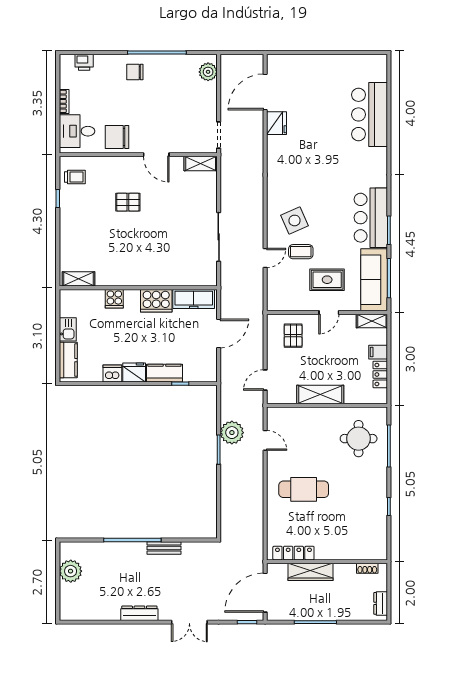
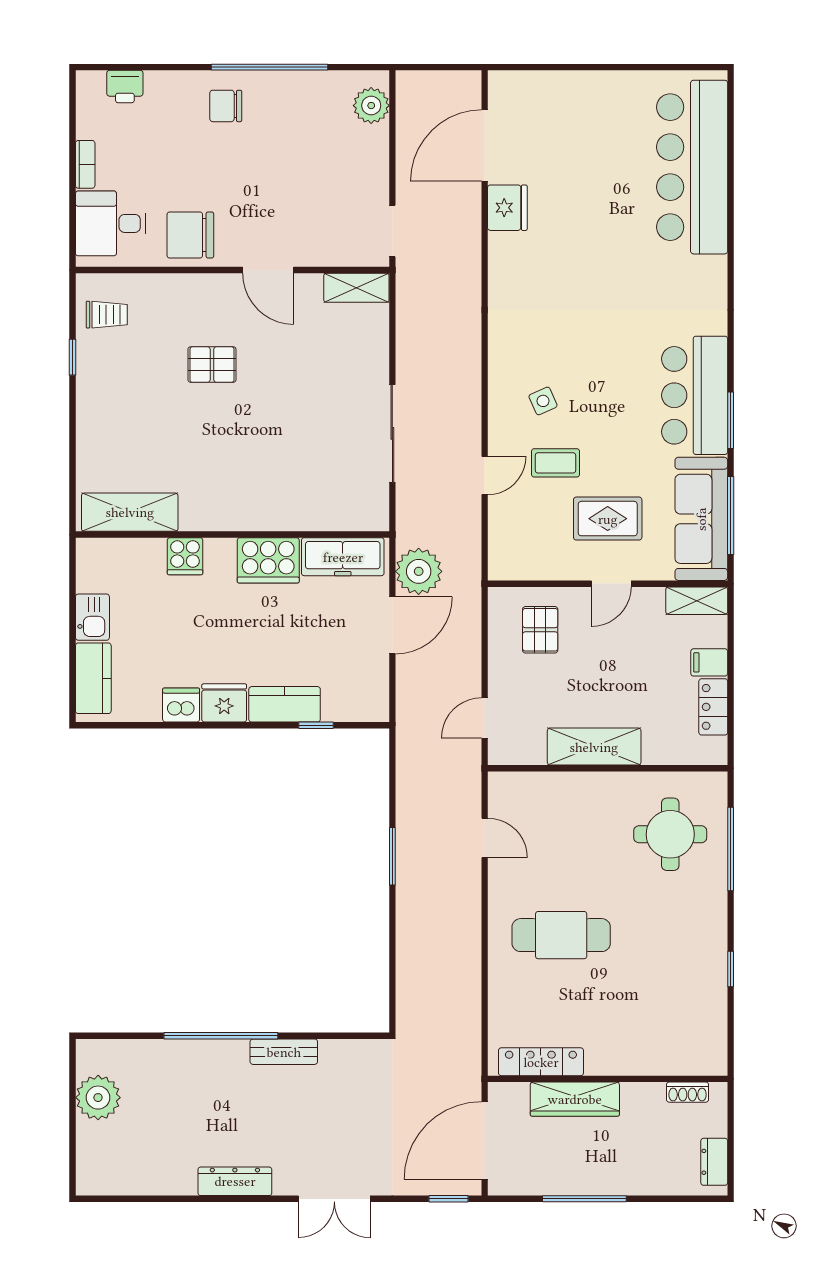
bar counter: (370, 114) -> (692, 167), width x1.36
side table: (295, 220) -> (543, 401), width x0.54, depth x0.54
shelving: (78, 279) -> (130, 512), width x1.50, depth x1.33
plant: (232, 433) -> (419, 571), moved

